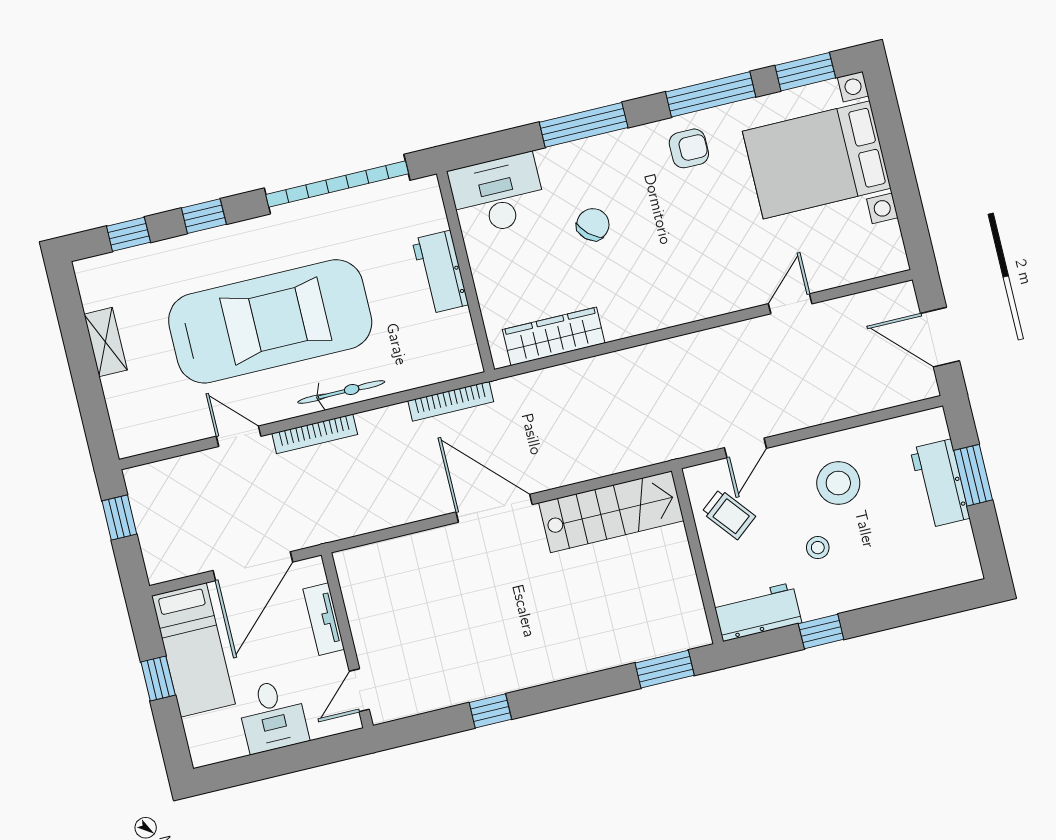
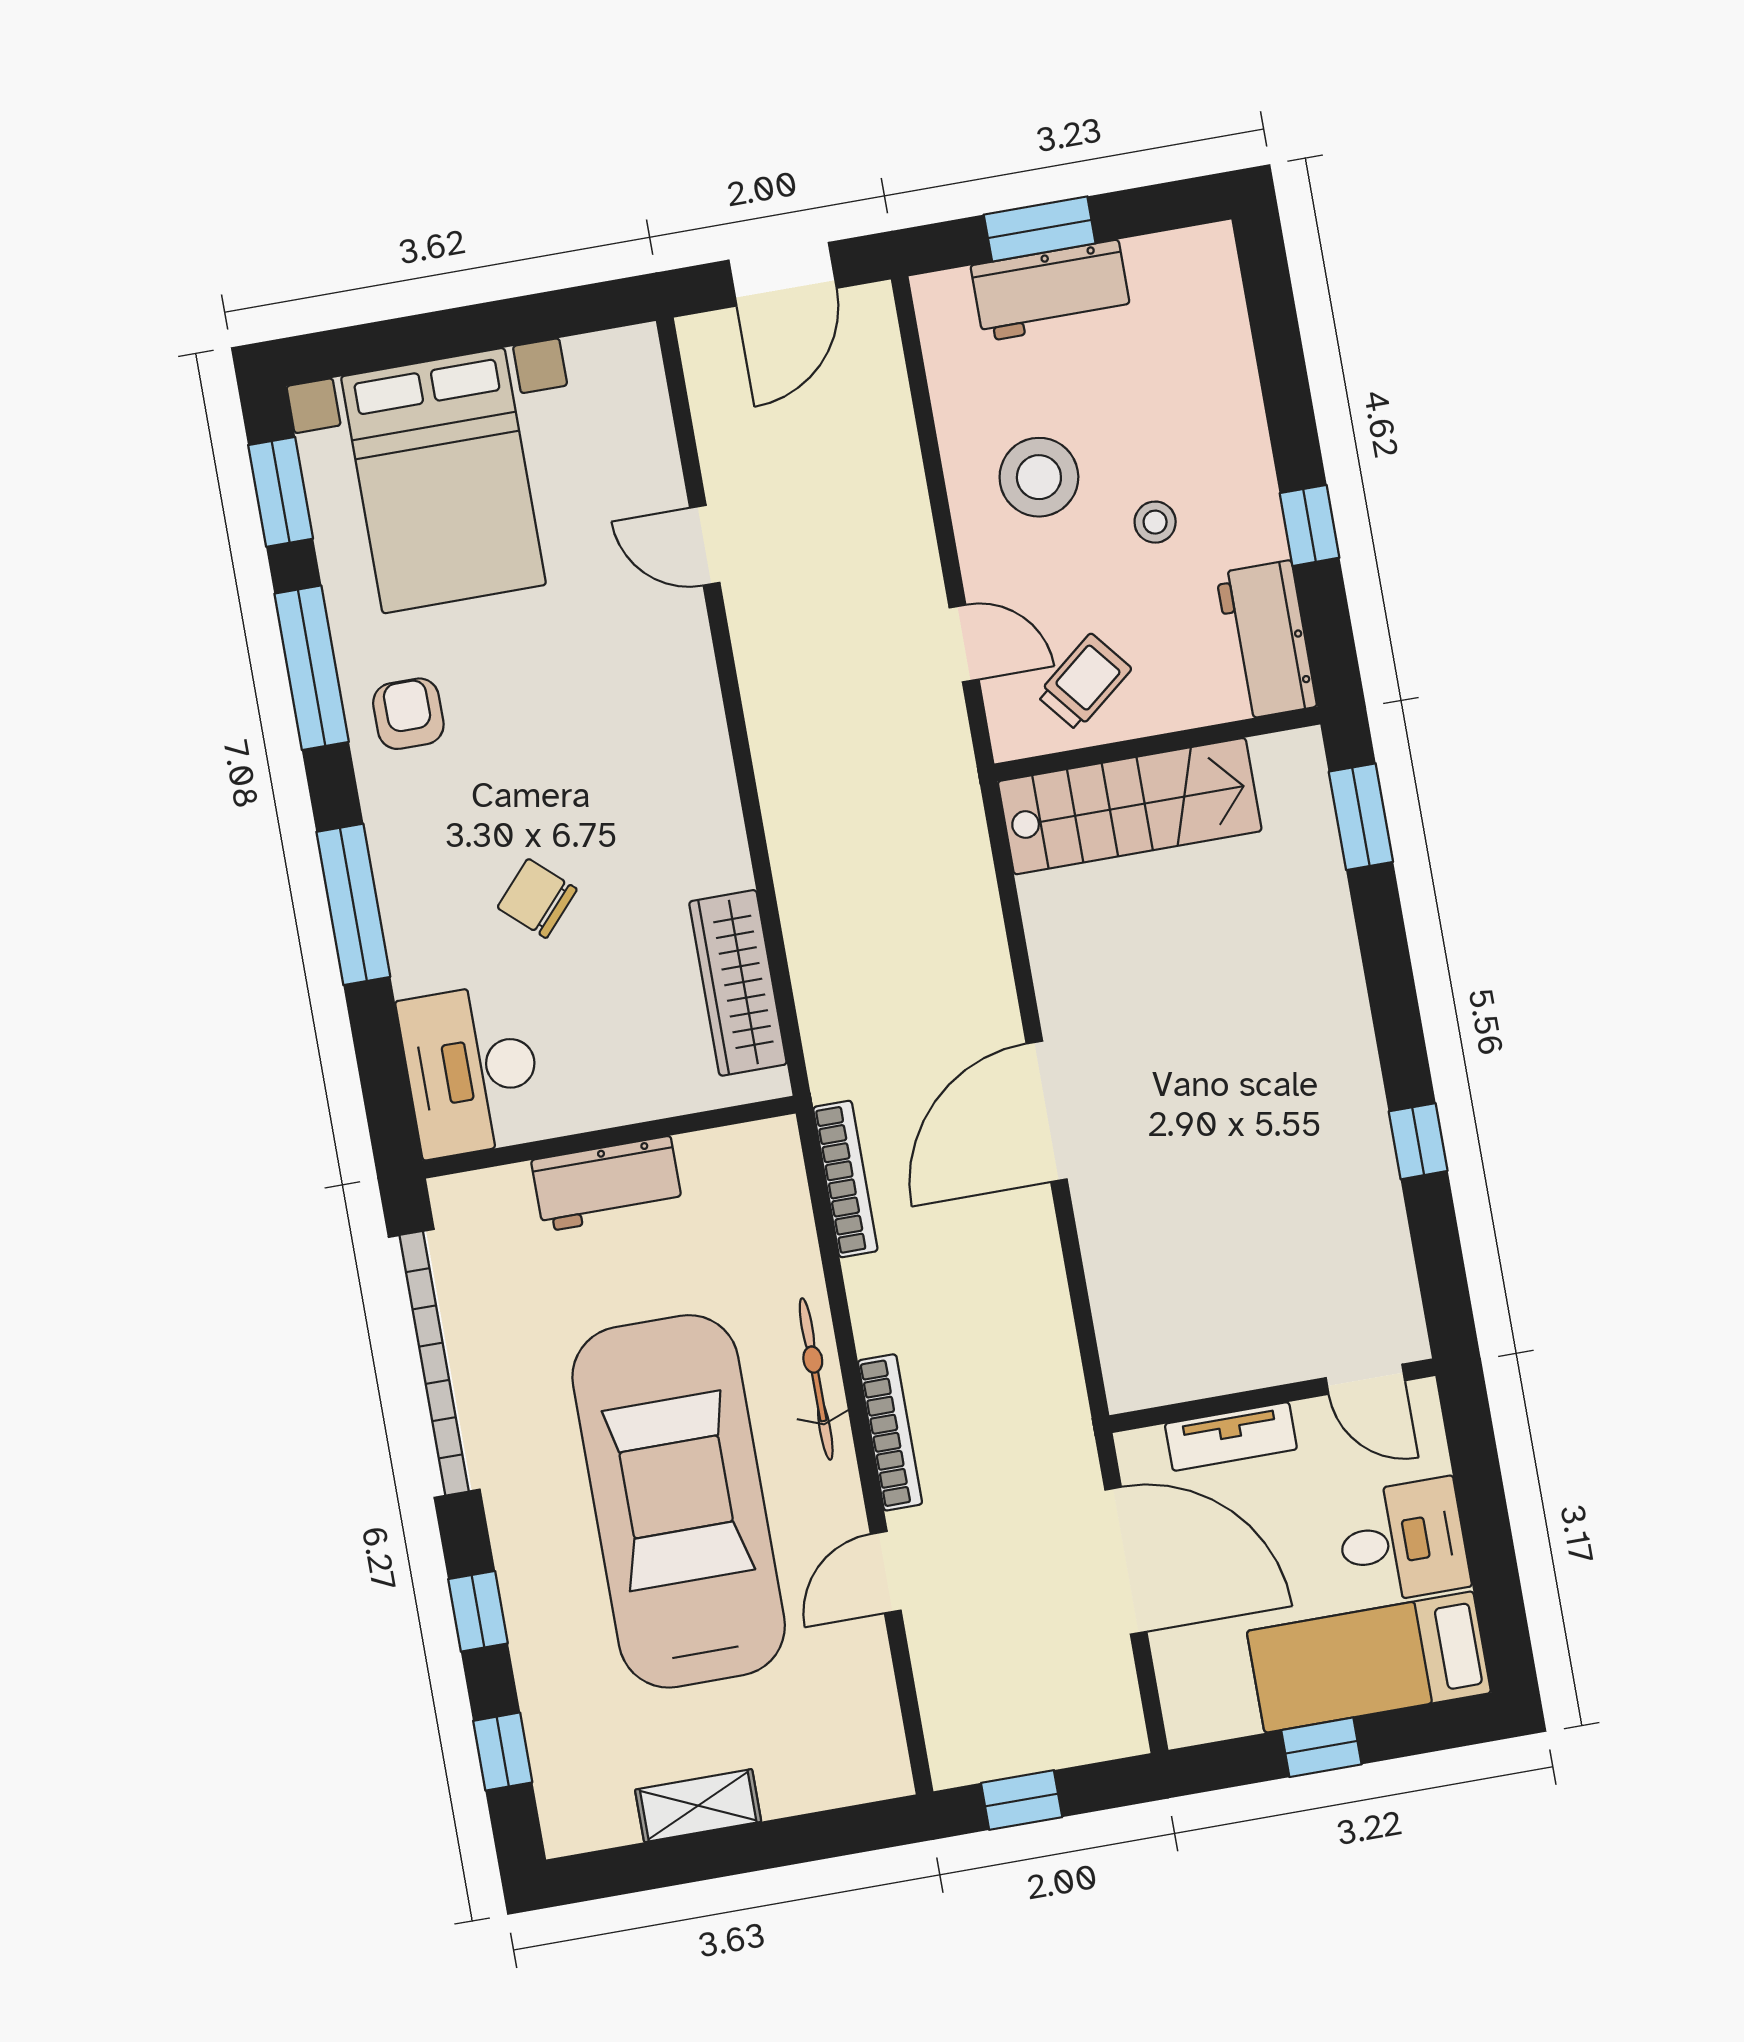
stairs: (611, 512) -> (1130, 806), moved, turned 90
bed: (193, 650) -> (1369, 1662), moved, turned 180

